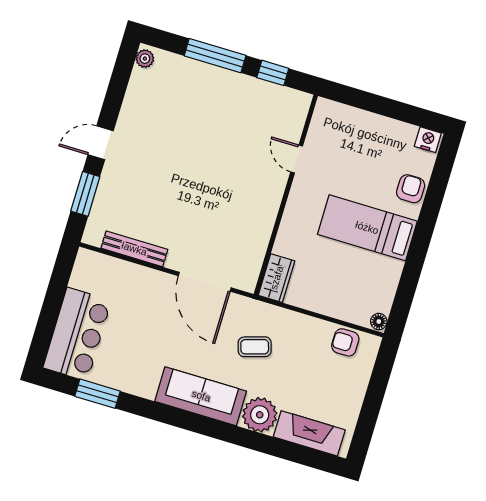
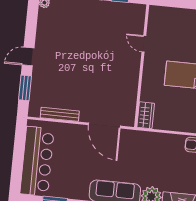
bar counter: (77, 334) -> (37, 161), width x1.36
coffee table: (255, 347) -> (141, 158), removed

